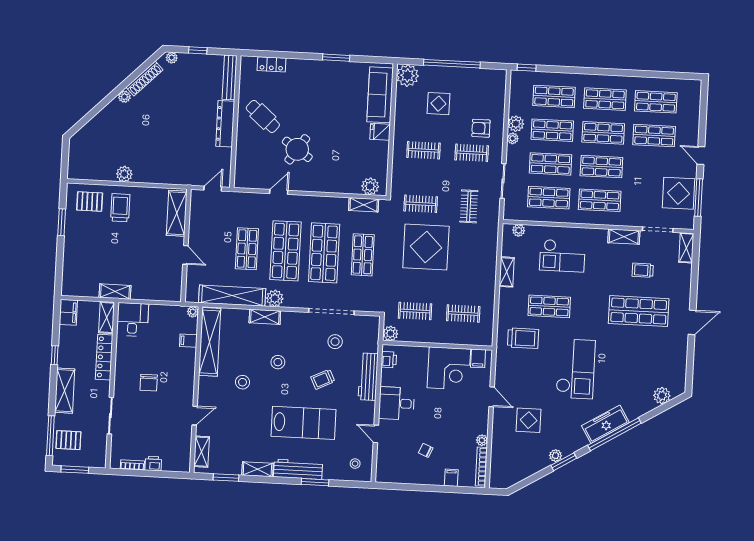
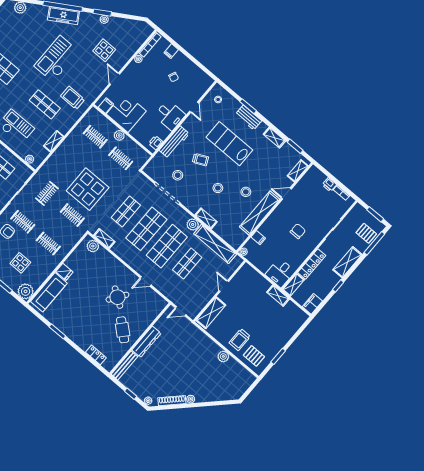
plant: (390, 333) -> (119, 135), moved
shelving: (210, 342) -> (260, 213), moved
workbench: (298, 469) -> (248, 117), width x0.73

